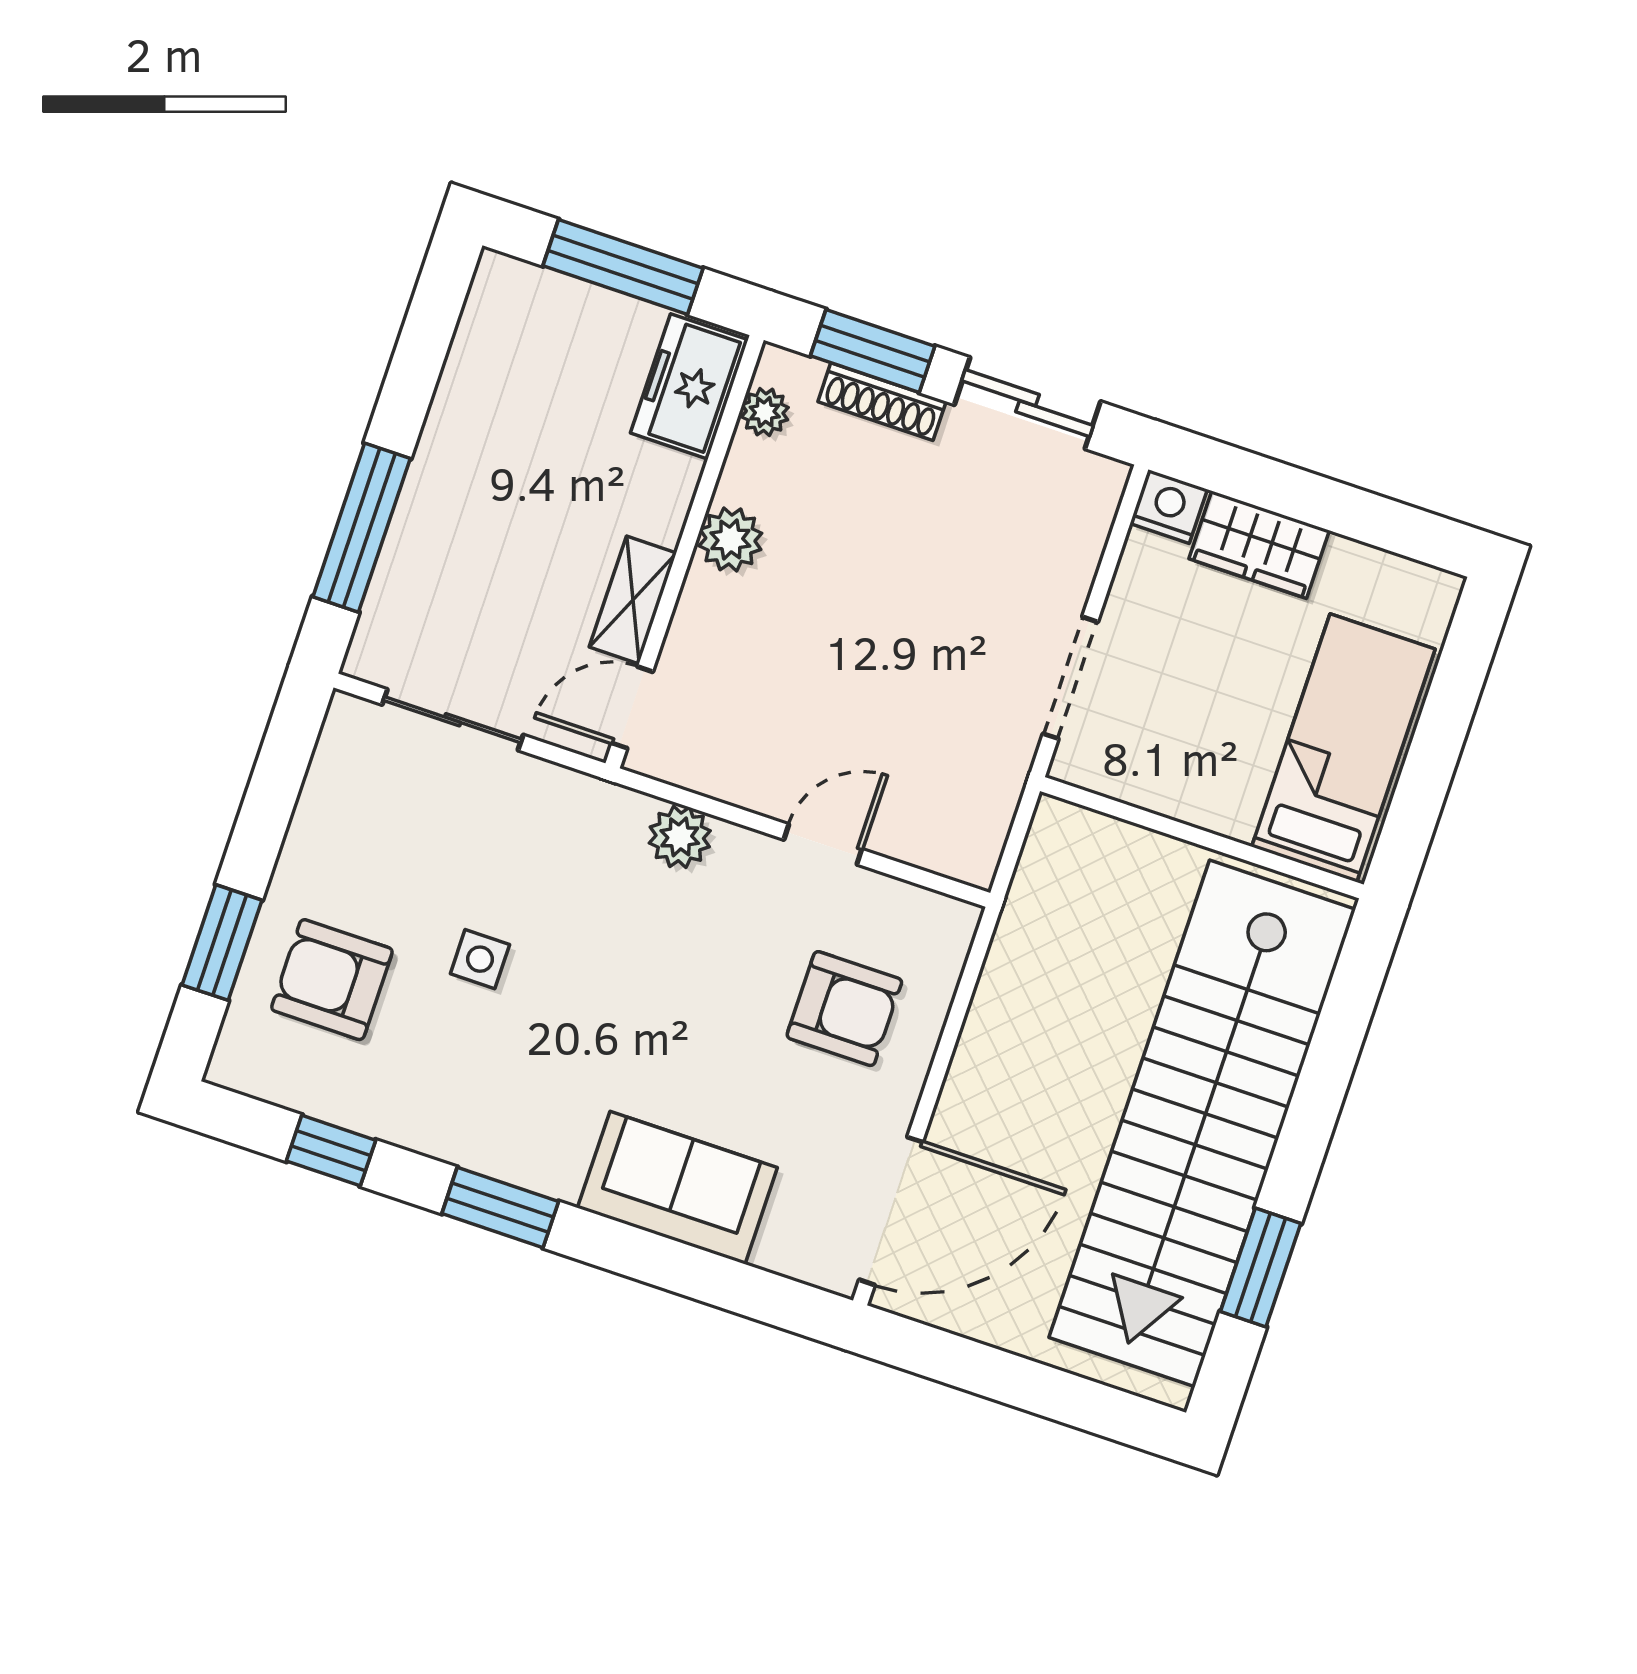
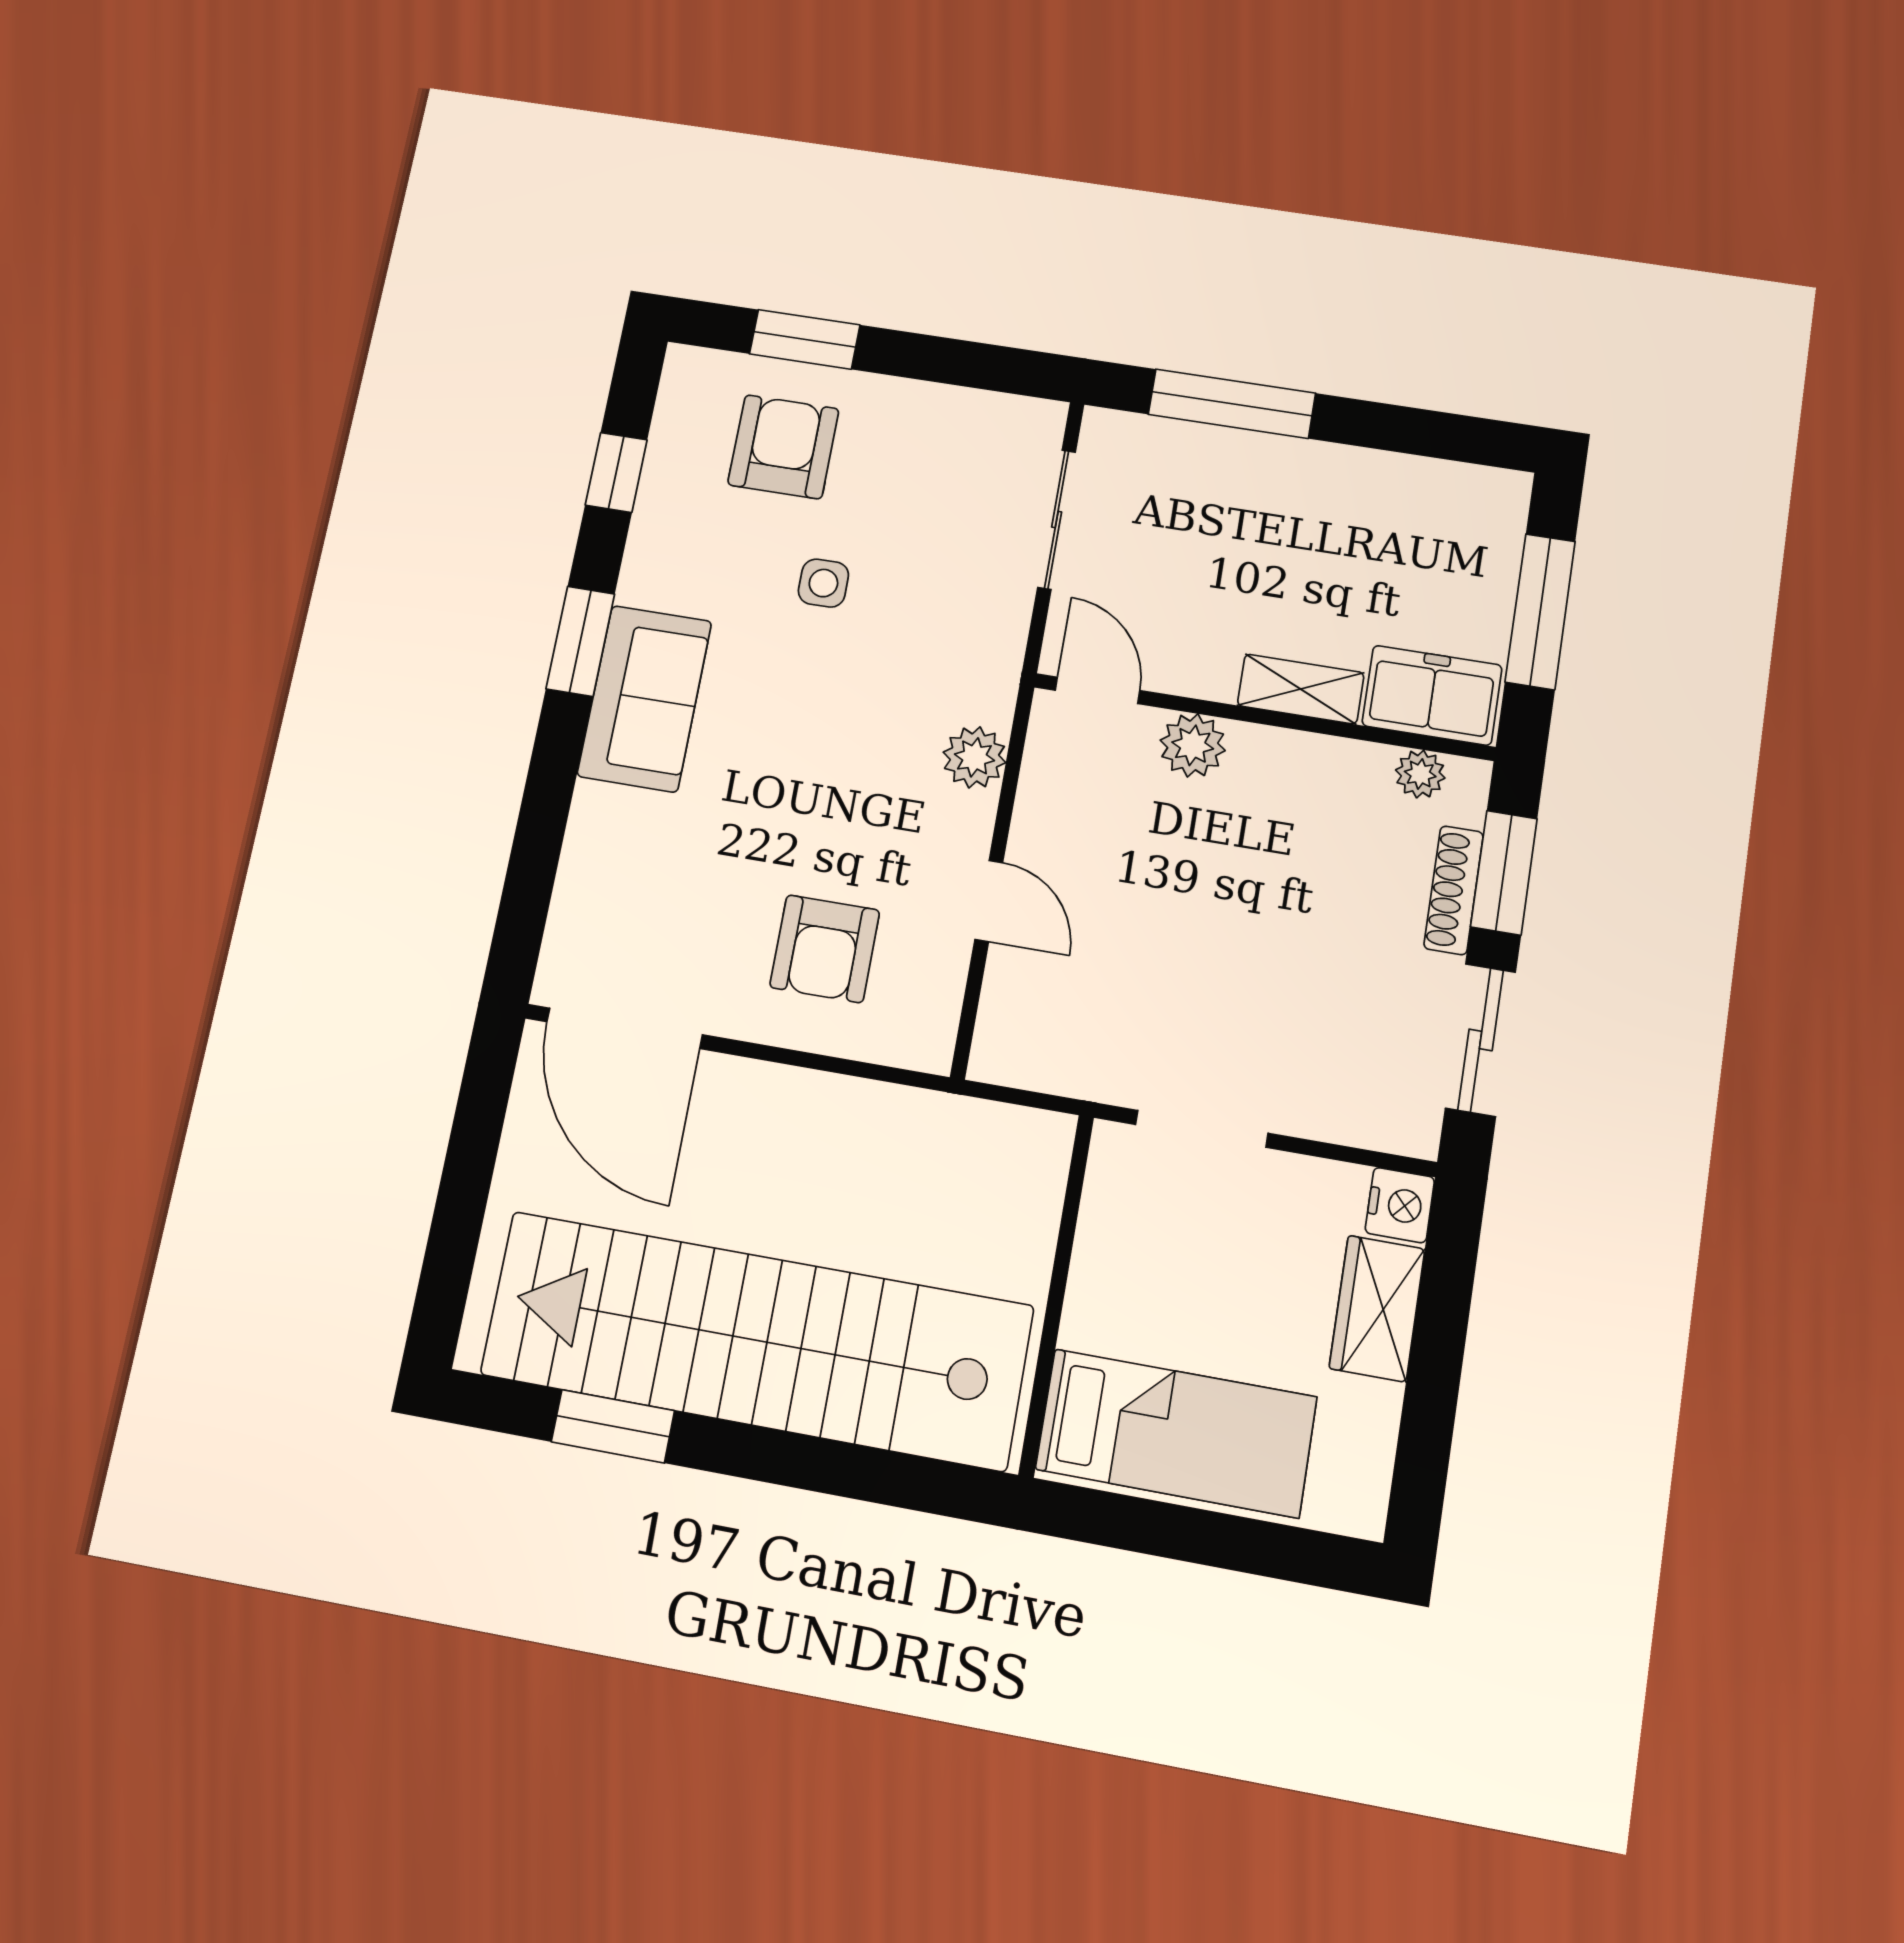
plant: (730, 539) -> (1193, 745), moved
shelving: (633, 600) -> (1301, 689), moved
sofa: (677, 1188) -> (645, 699), moved

